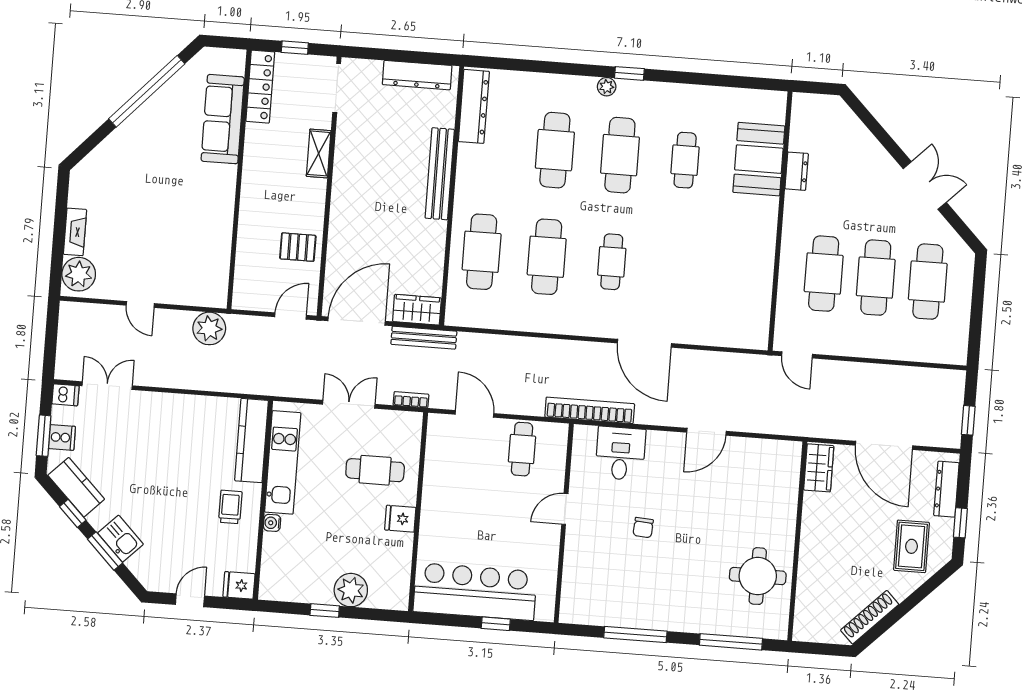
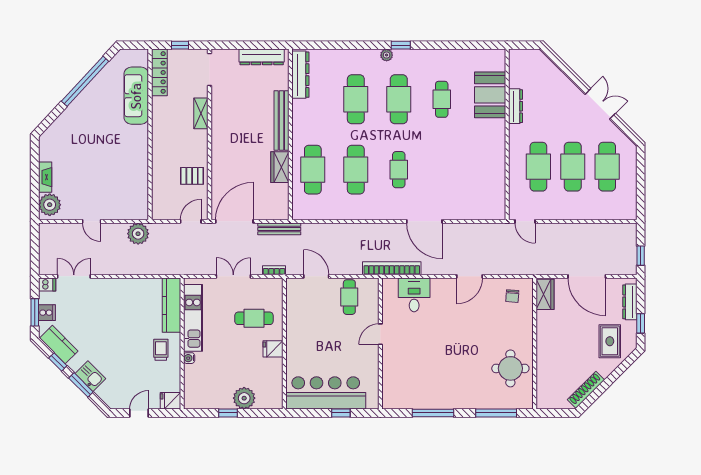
dresser: (797, 171) -> (515, 106), width x1.44
wardrobe: (417, 310) -> (280, 167), moved, turned -90
chair: (643, 528) -> (512, 296), moved

